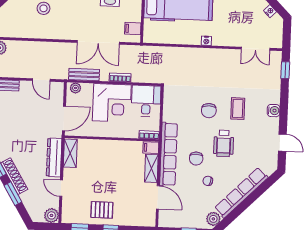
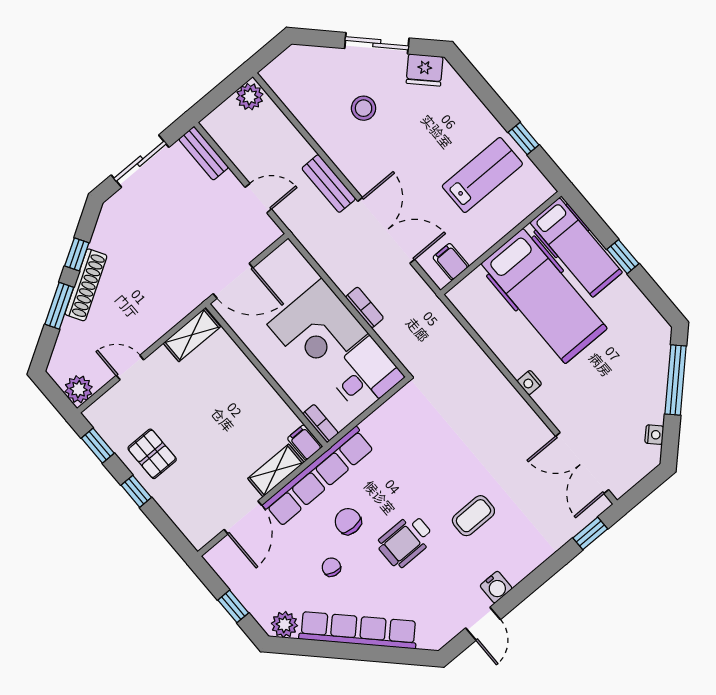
double door: (98, 42) -> (386, 230), swing flipped
double door: (256, 49) -> (582, 463), width x1.37
bench: (84, 75) -> (329, 184), moved
door: (41, 80) -> (258, 198), swing flipped
plant: (75, 88) -> (292, 258), removed
chair: (209, 111) -> (433, 477), removed
water cooler: (274, 111) -> (496, 587), moved
dresser: (54, 157) -> (165, 317), removed
chair: (196, 159) -> (348, 521), turned 90
door: (61, 188) -> (130, 368), hinge flipped

